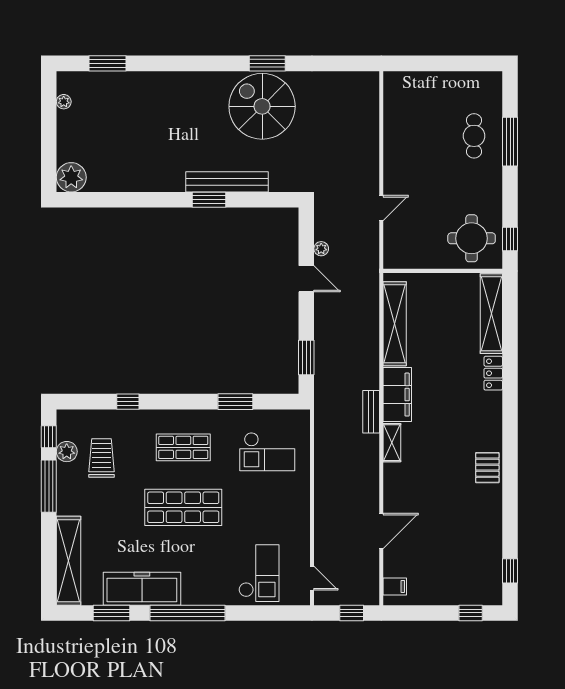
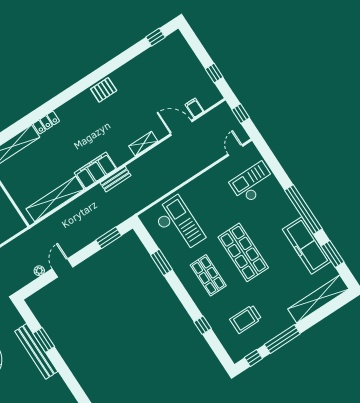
window: (209, 200) -> (44, 340), moved
shelving: (392, 443) -> (143, 144), moved
plant: (67, 452) -> (255, 342), removed
checkout: (267, 452) -> (179, 225), width x1.36, depth x1.21
filing cabinet: (395, 586) -> (194, 108), moved
window: (471, 613) -> (214, 73), moved

